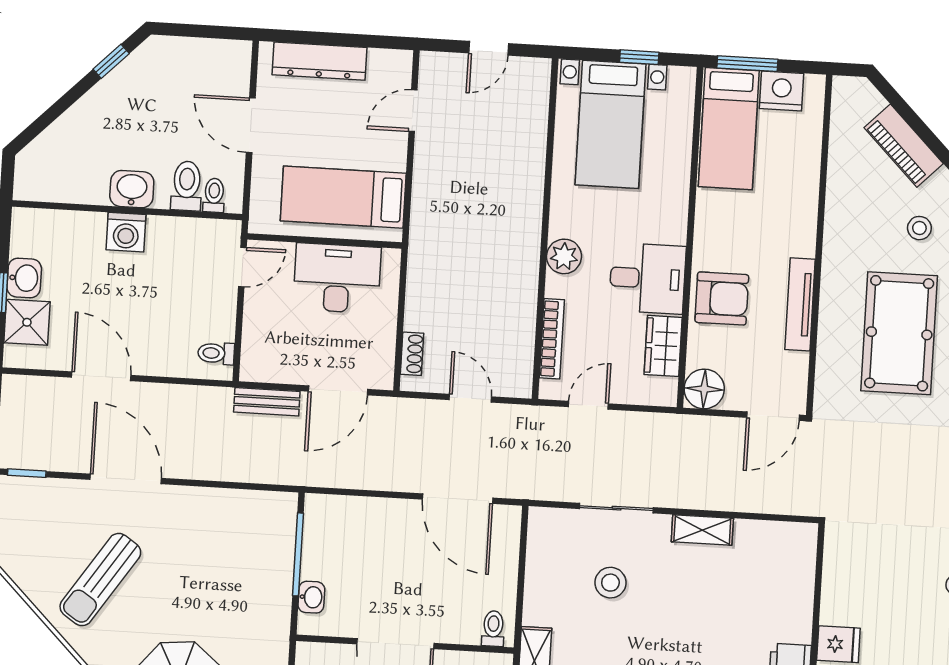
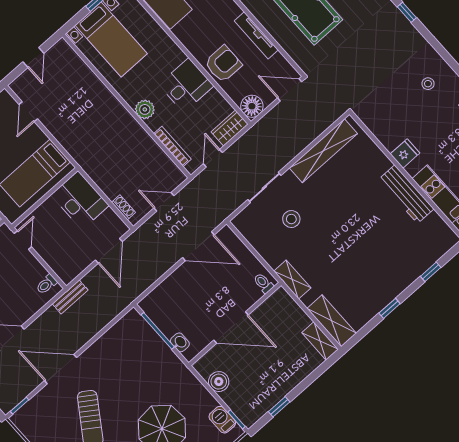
desk: (337, 278) -> (80, 200), moved, turned 90
wardrobe: (663, 346) -> (230, 128), moved, turned 90
bench: (267, 402) -> (70, 297), moved
door: (773, 416) -> (290, 90), swing flipped
shelving: (702, 530) -> (323, 151), width x2.20, depth x1.33

